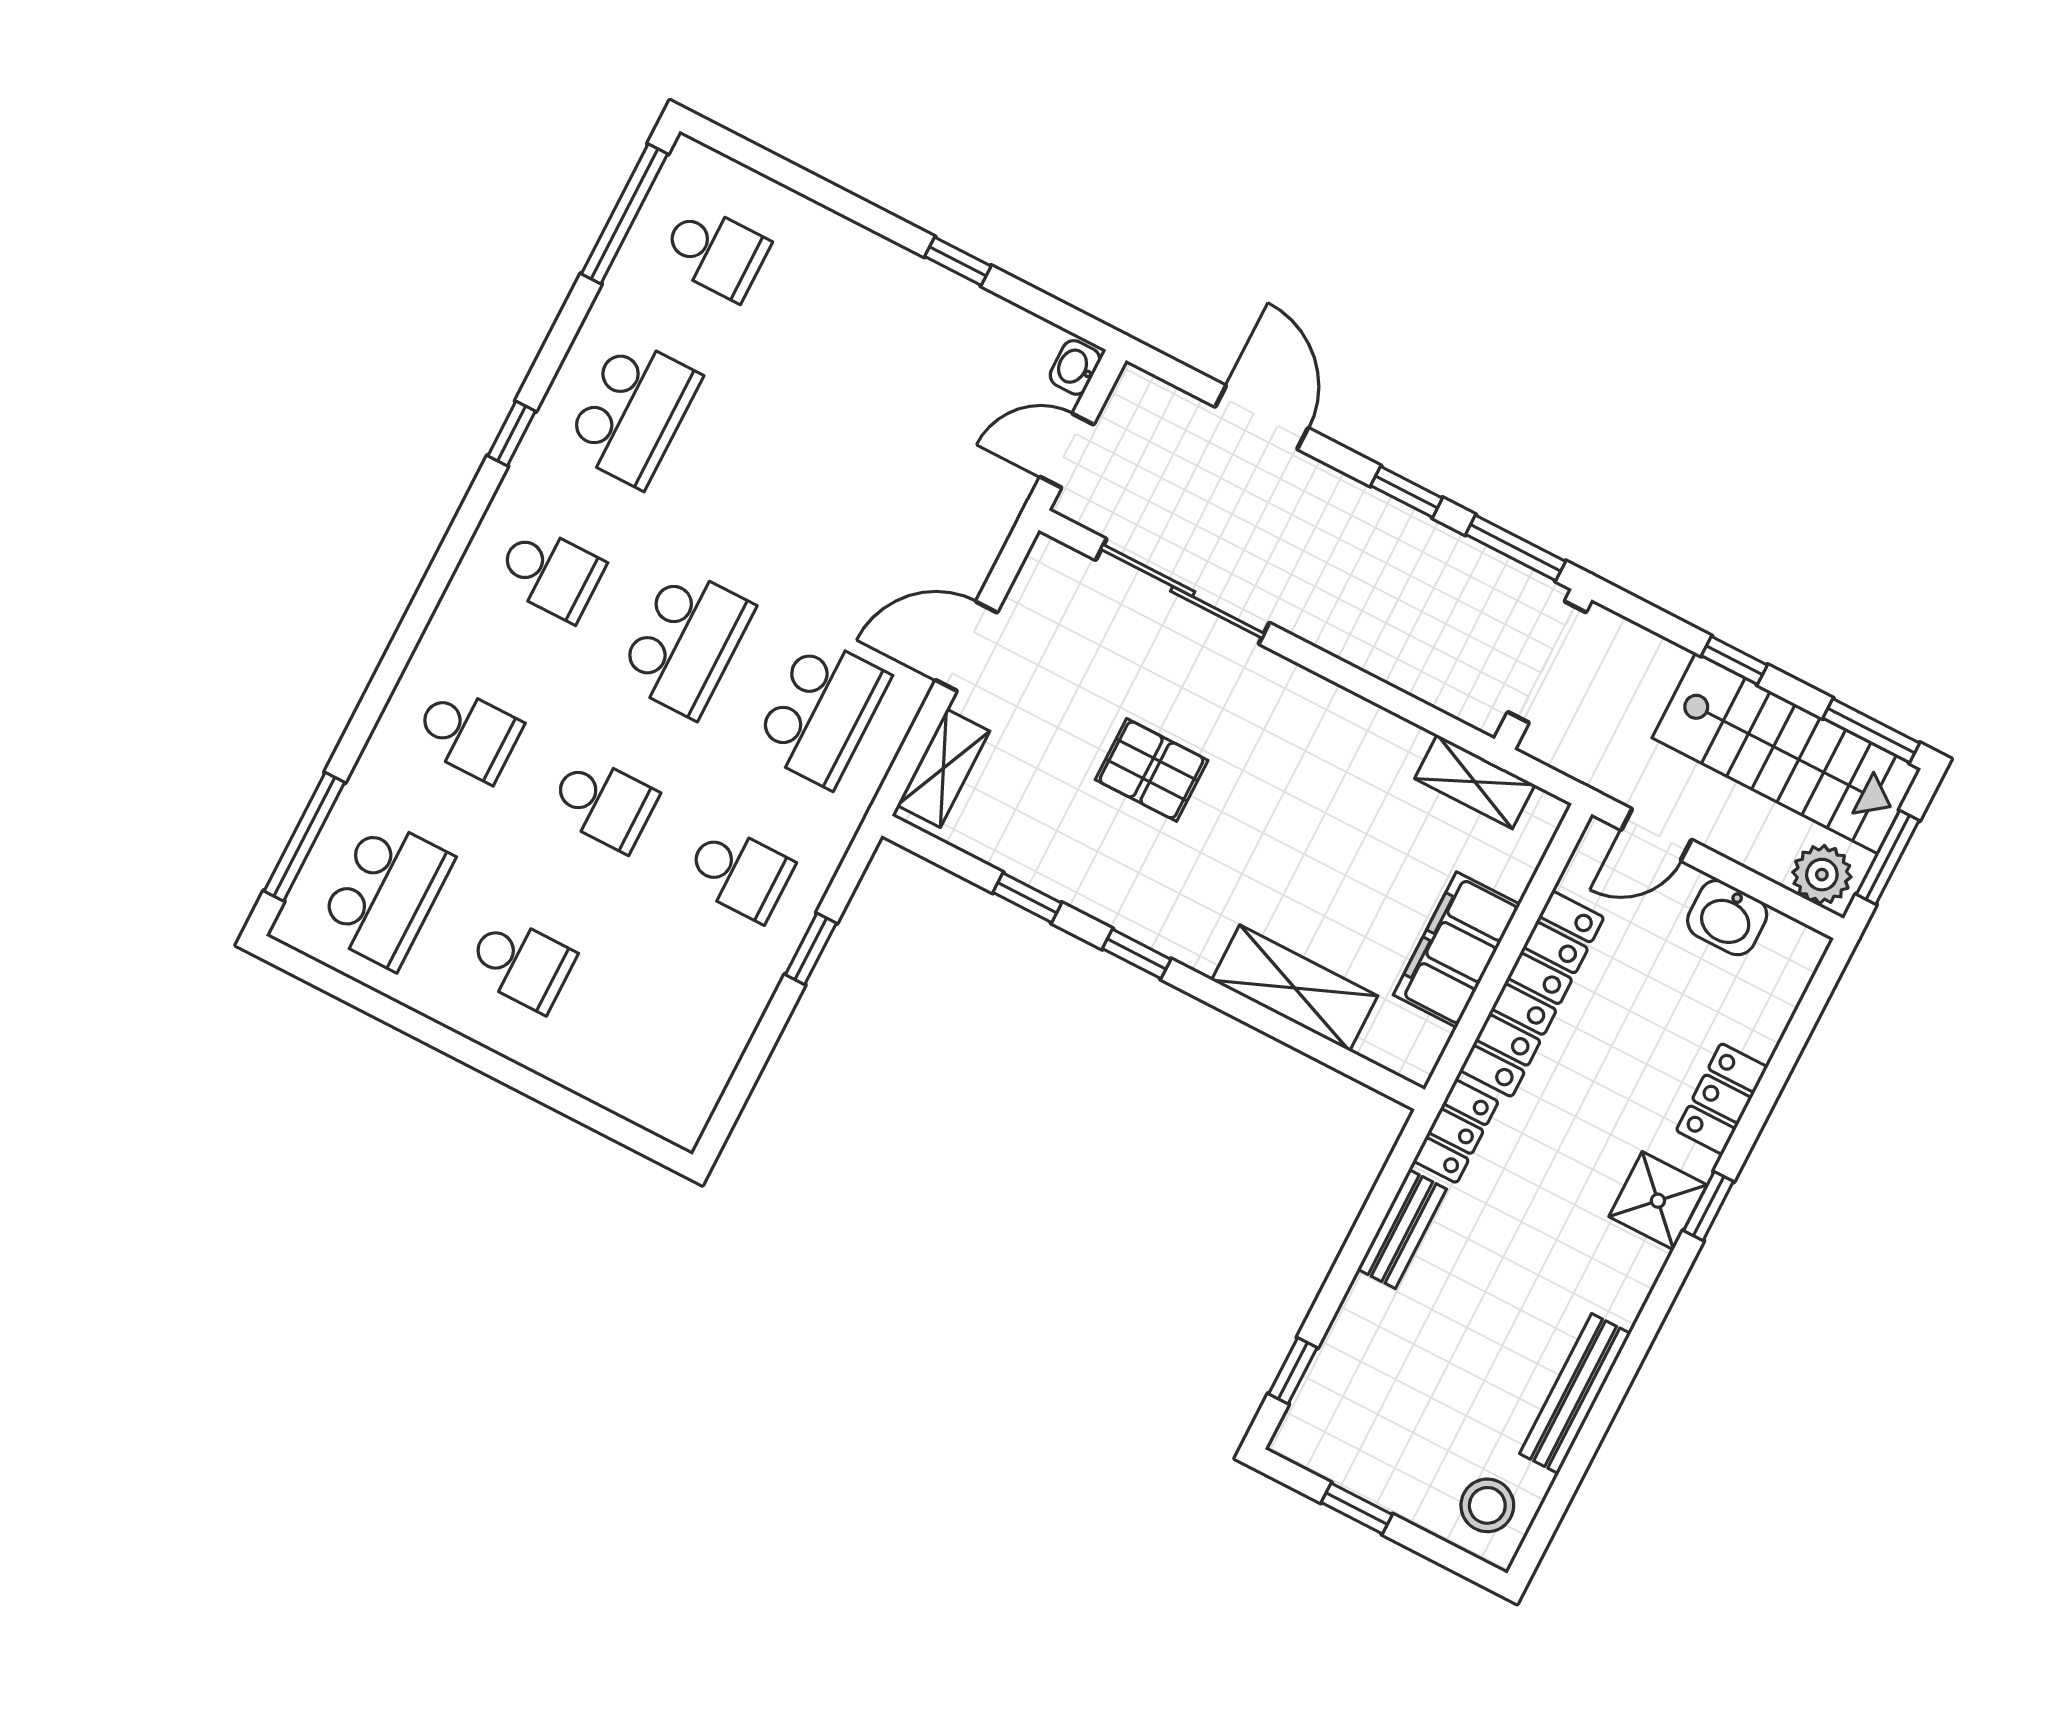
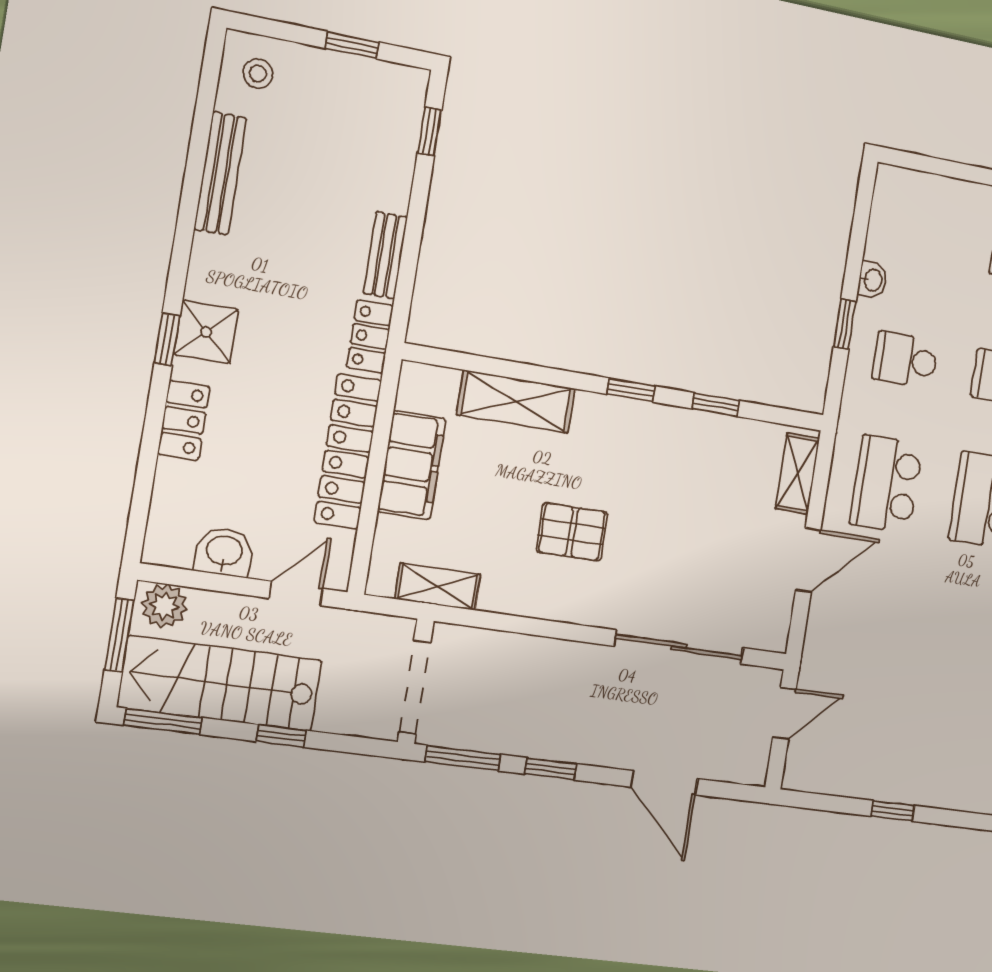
washbasin: (1075, 367) -> (872, 280), moved
pallet: (1152, 770) -> (572, 532), moved
stool: (1487, 1505) -> (258, 74), width x0.73, depth x0.73

